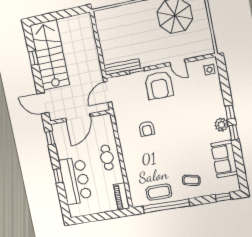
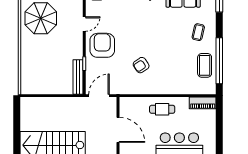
armchair: (159, 85) -> (102, 45), turned -90
door: (108, 92) -> (99, 96), swing flipped
armchair: (147, 129) -> (141, 65), turned 146

